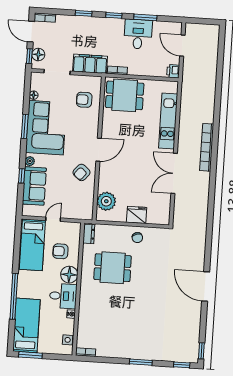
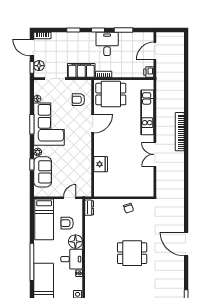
desk: (138, 34) -> (107, 44), moved
door: (182, 46) -> (155, 51), hinge flipped
door: (99, 150) -> (93, 124), moved
armchair: (82, 172) -> (80, 158), removed
double door: (174, 173) -> (155, 154), width x0.73
plant: (106, 201) -> (102, 180), removed
fridge: (137, 215) -> (101, 164), moved, turned 90
door: (53, 219) -> (70, 198), moved
dining table: (113, 268) -> (132, 253), moved

